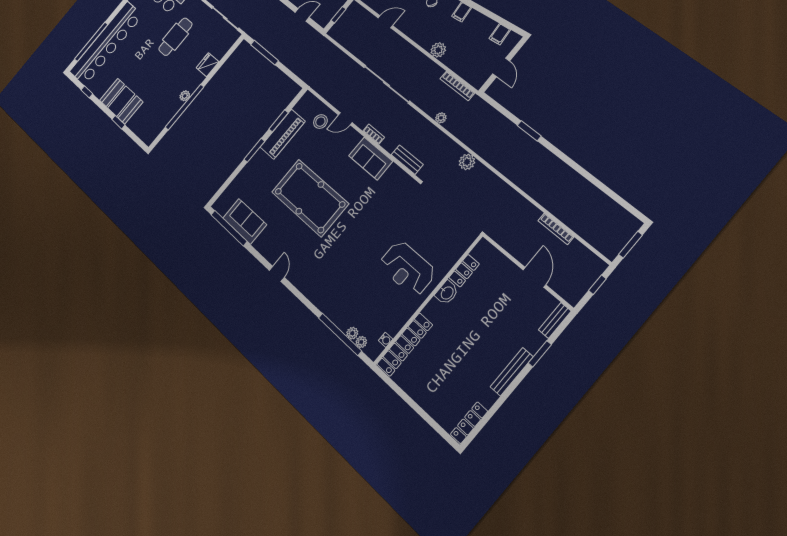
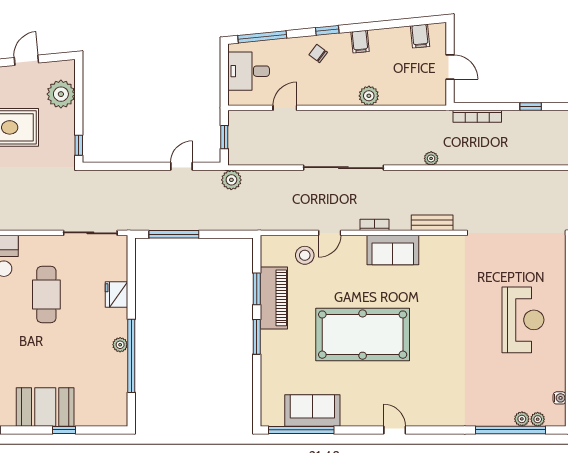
bookcase: (457, 86) -> (477, 116), moved
window: (529, 131) -> (531, 106), width x0.67
plant: (467, 162) -> (231, 180), moved
reception desk: (407, 268) -> (523, 320), turned -90

